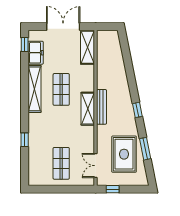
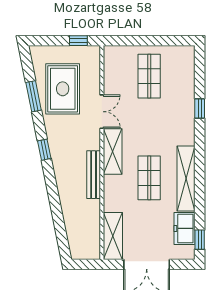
bench: (102, 107) -> (94, 175), moved
double door: (96, 166) -> (102, 112), moved

